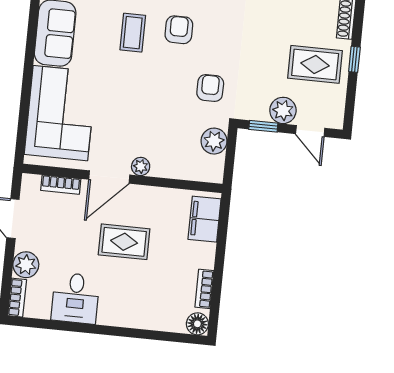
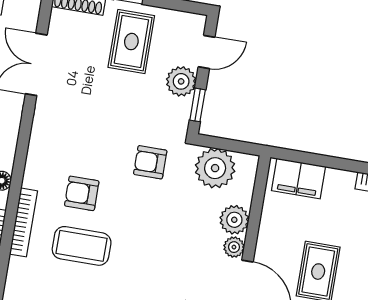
coffee table: (133, 33) -> (82, 246), width x1.36, depth x1.30
plant: (214, 141) -> (215, 168), width x1.36, depth x1.36
plant: (165, 165) -> (234, 220), added

